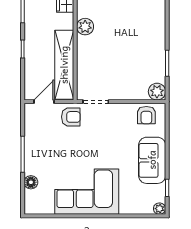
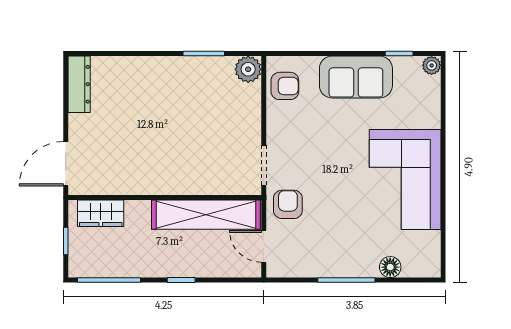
plant: (85, 27) -> (146, 182), removed

